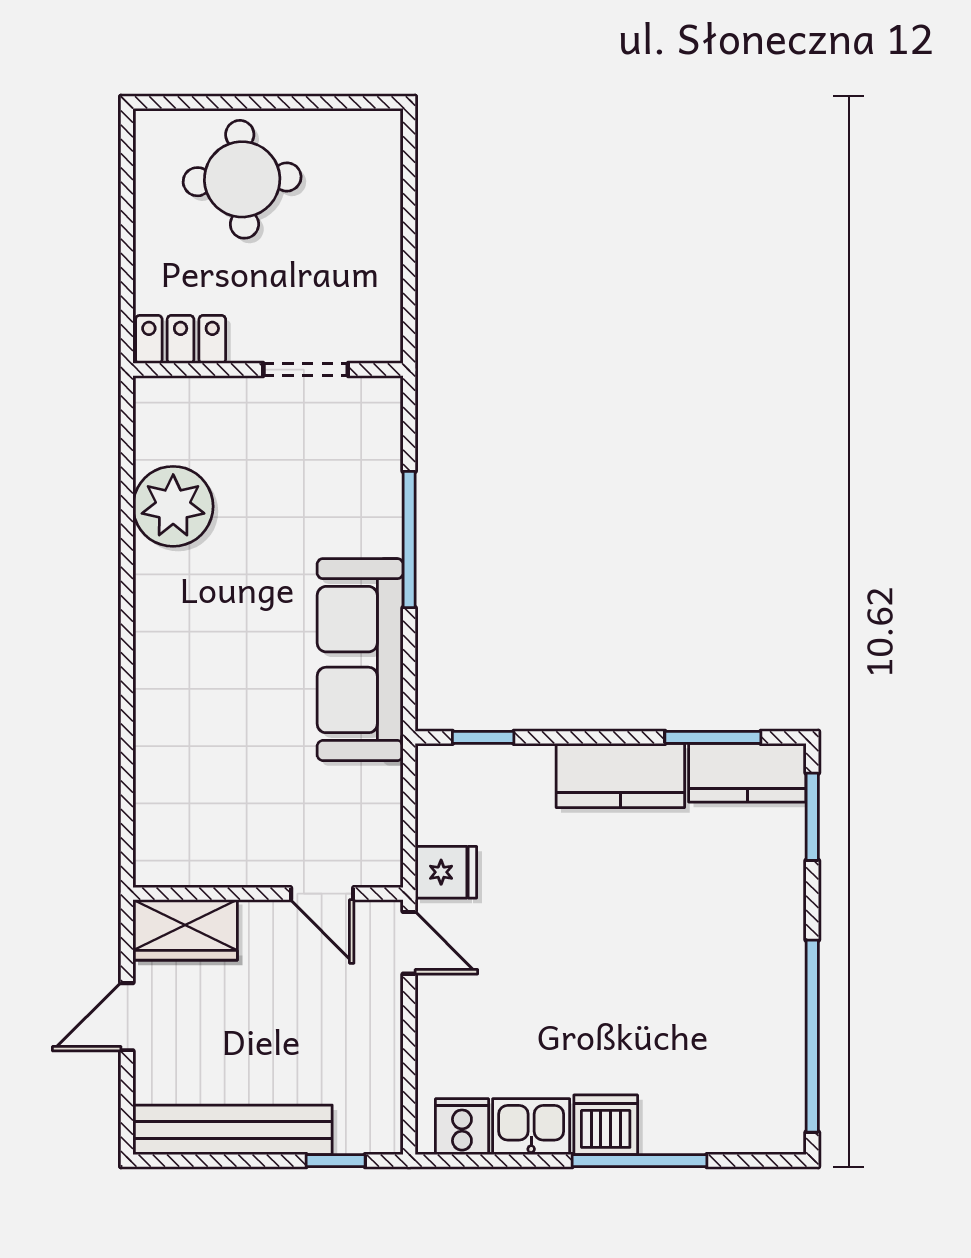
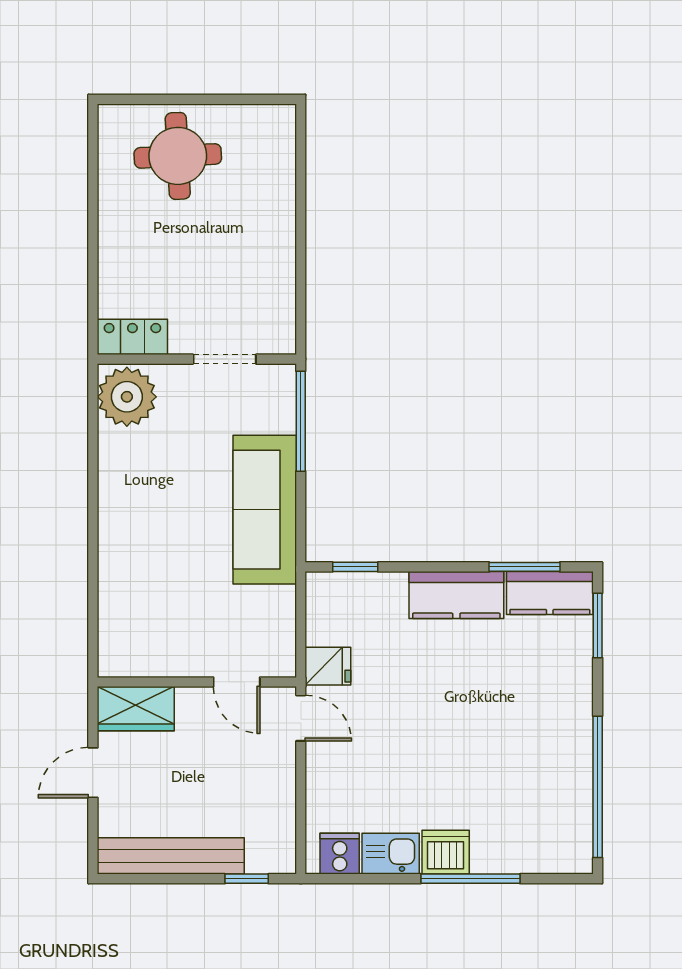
locker: (181, 339) -> (132, 337), moved
wall: (268, 370) -> (197, 359), moved
doorway: (306, 370) -> (225, 359), moved

